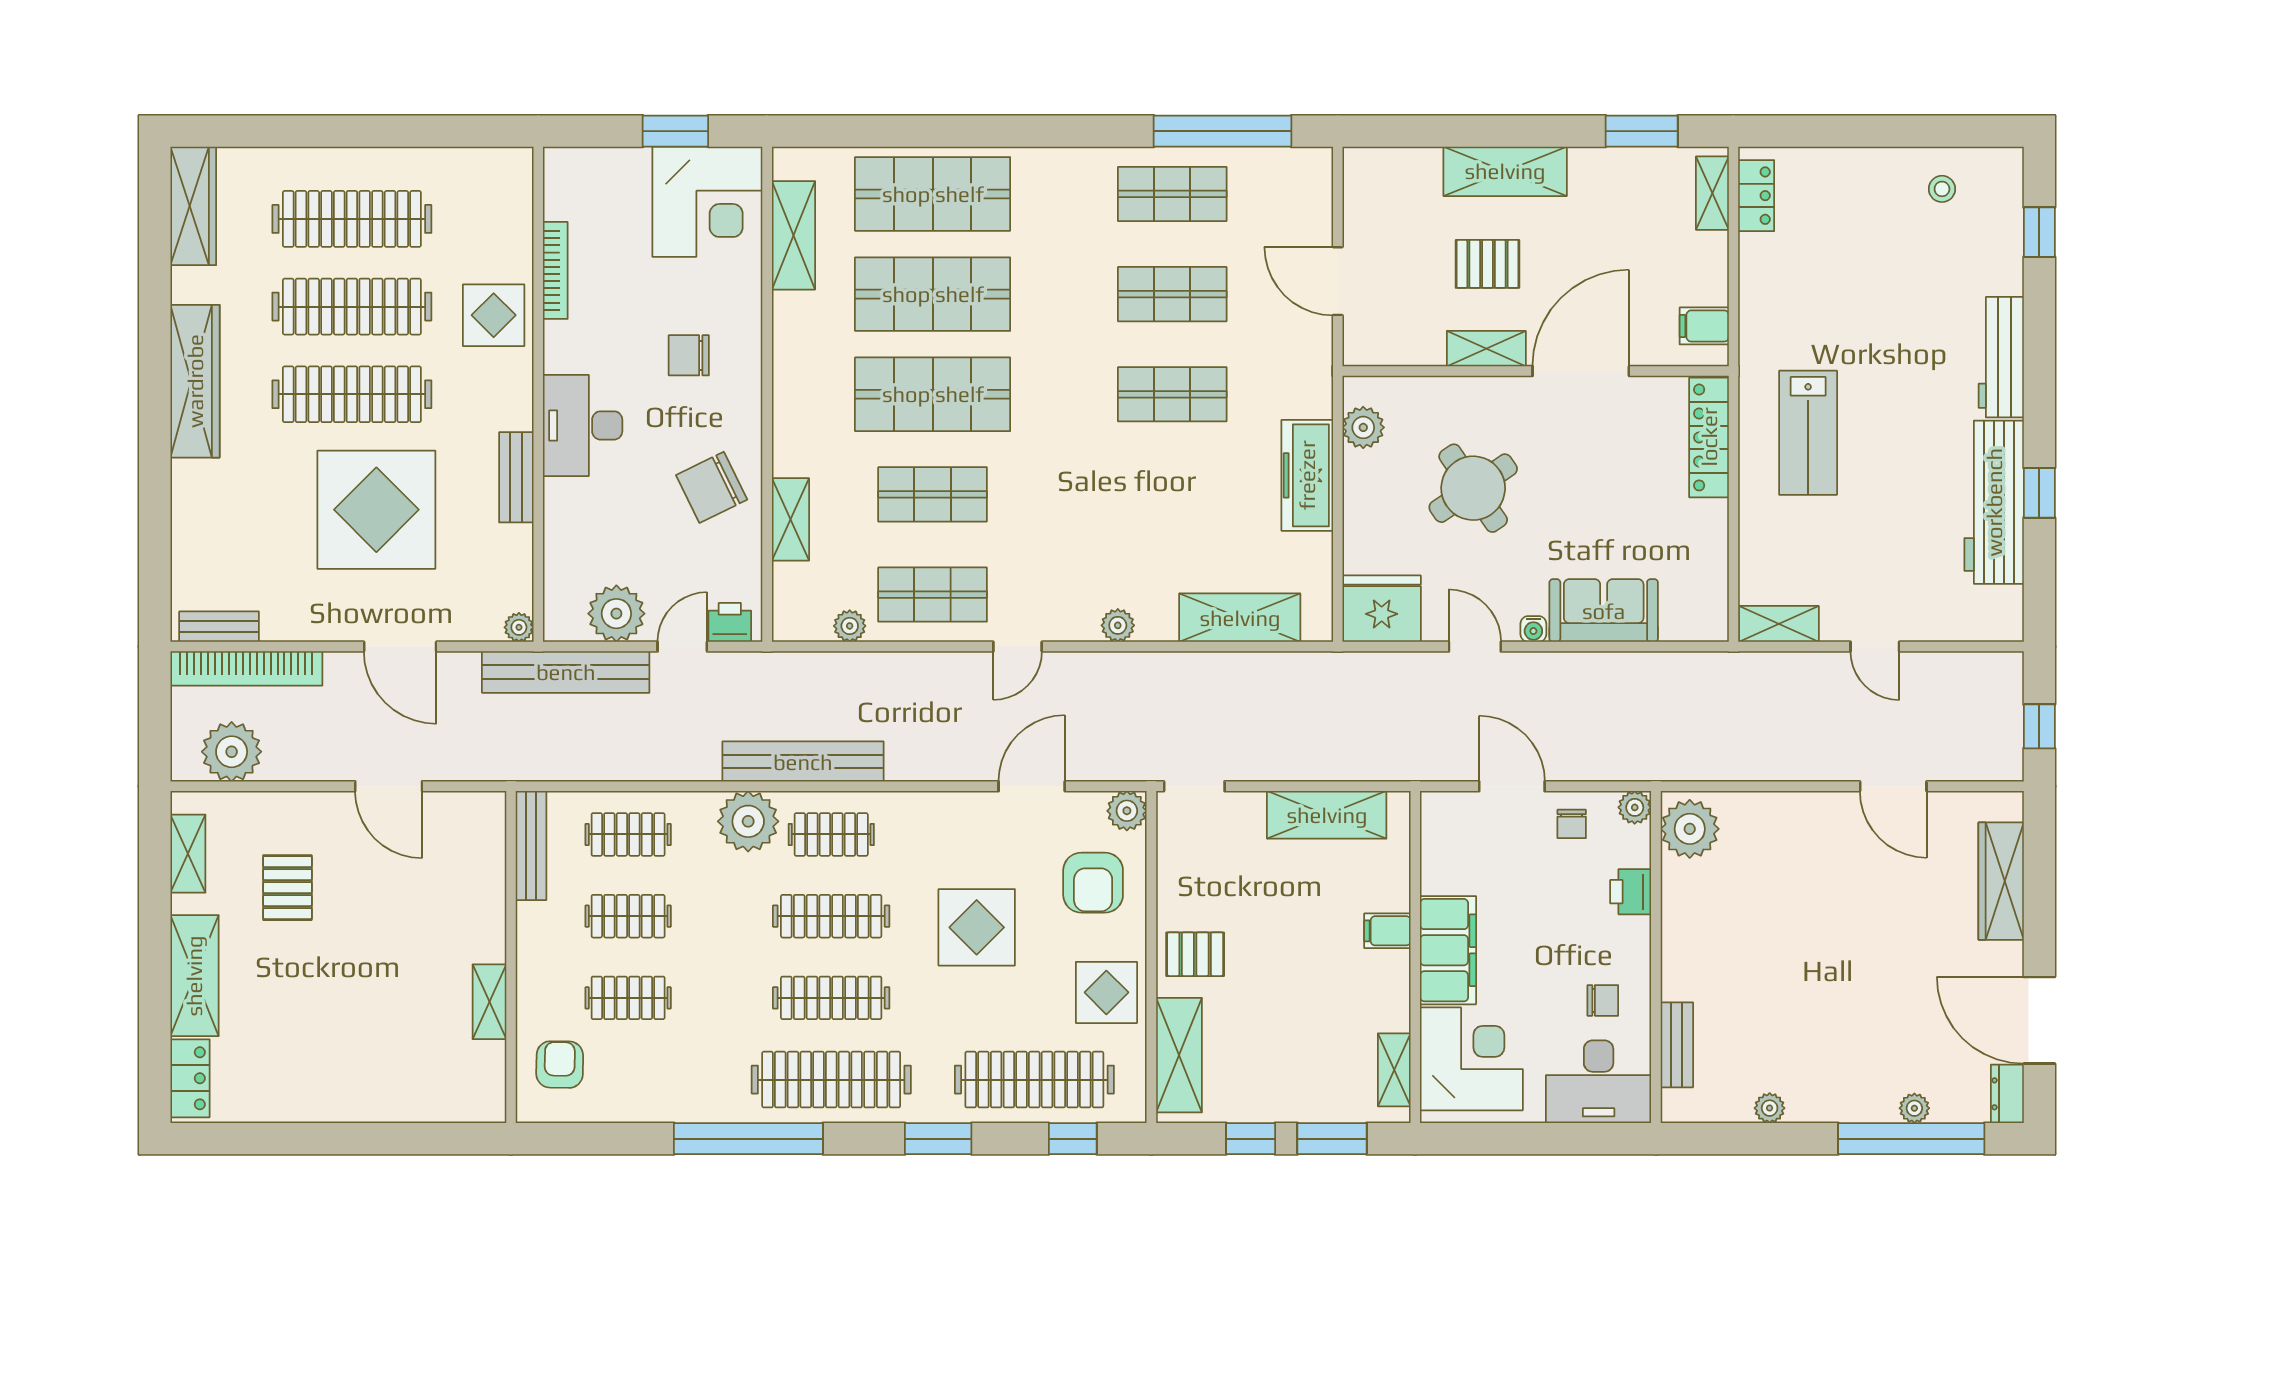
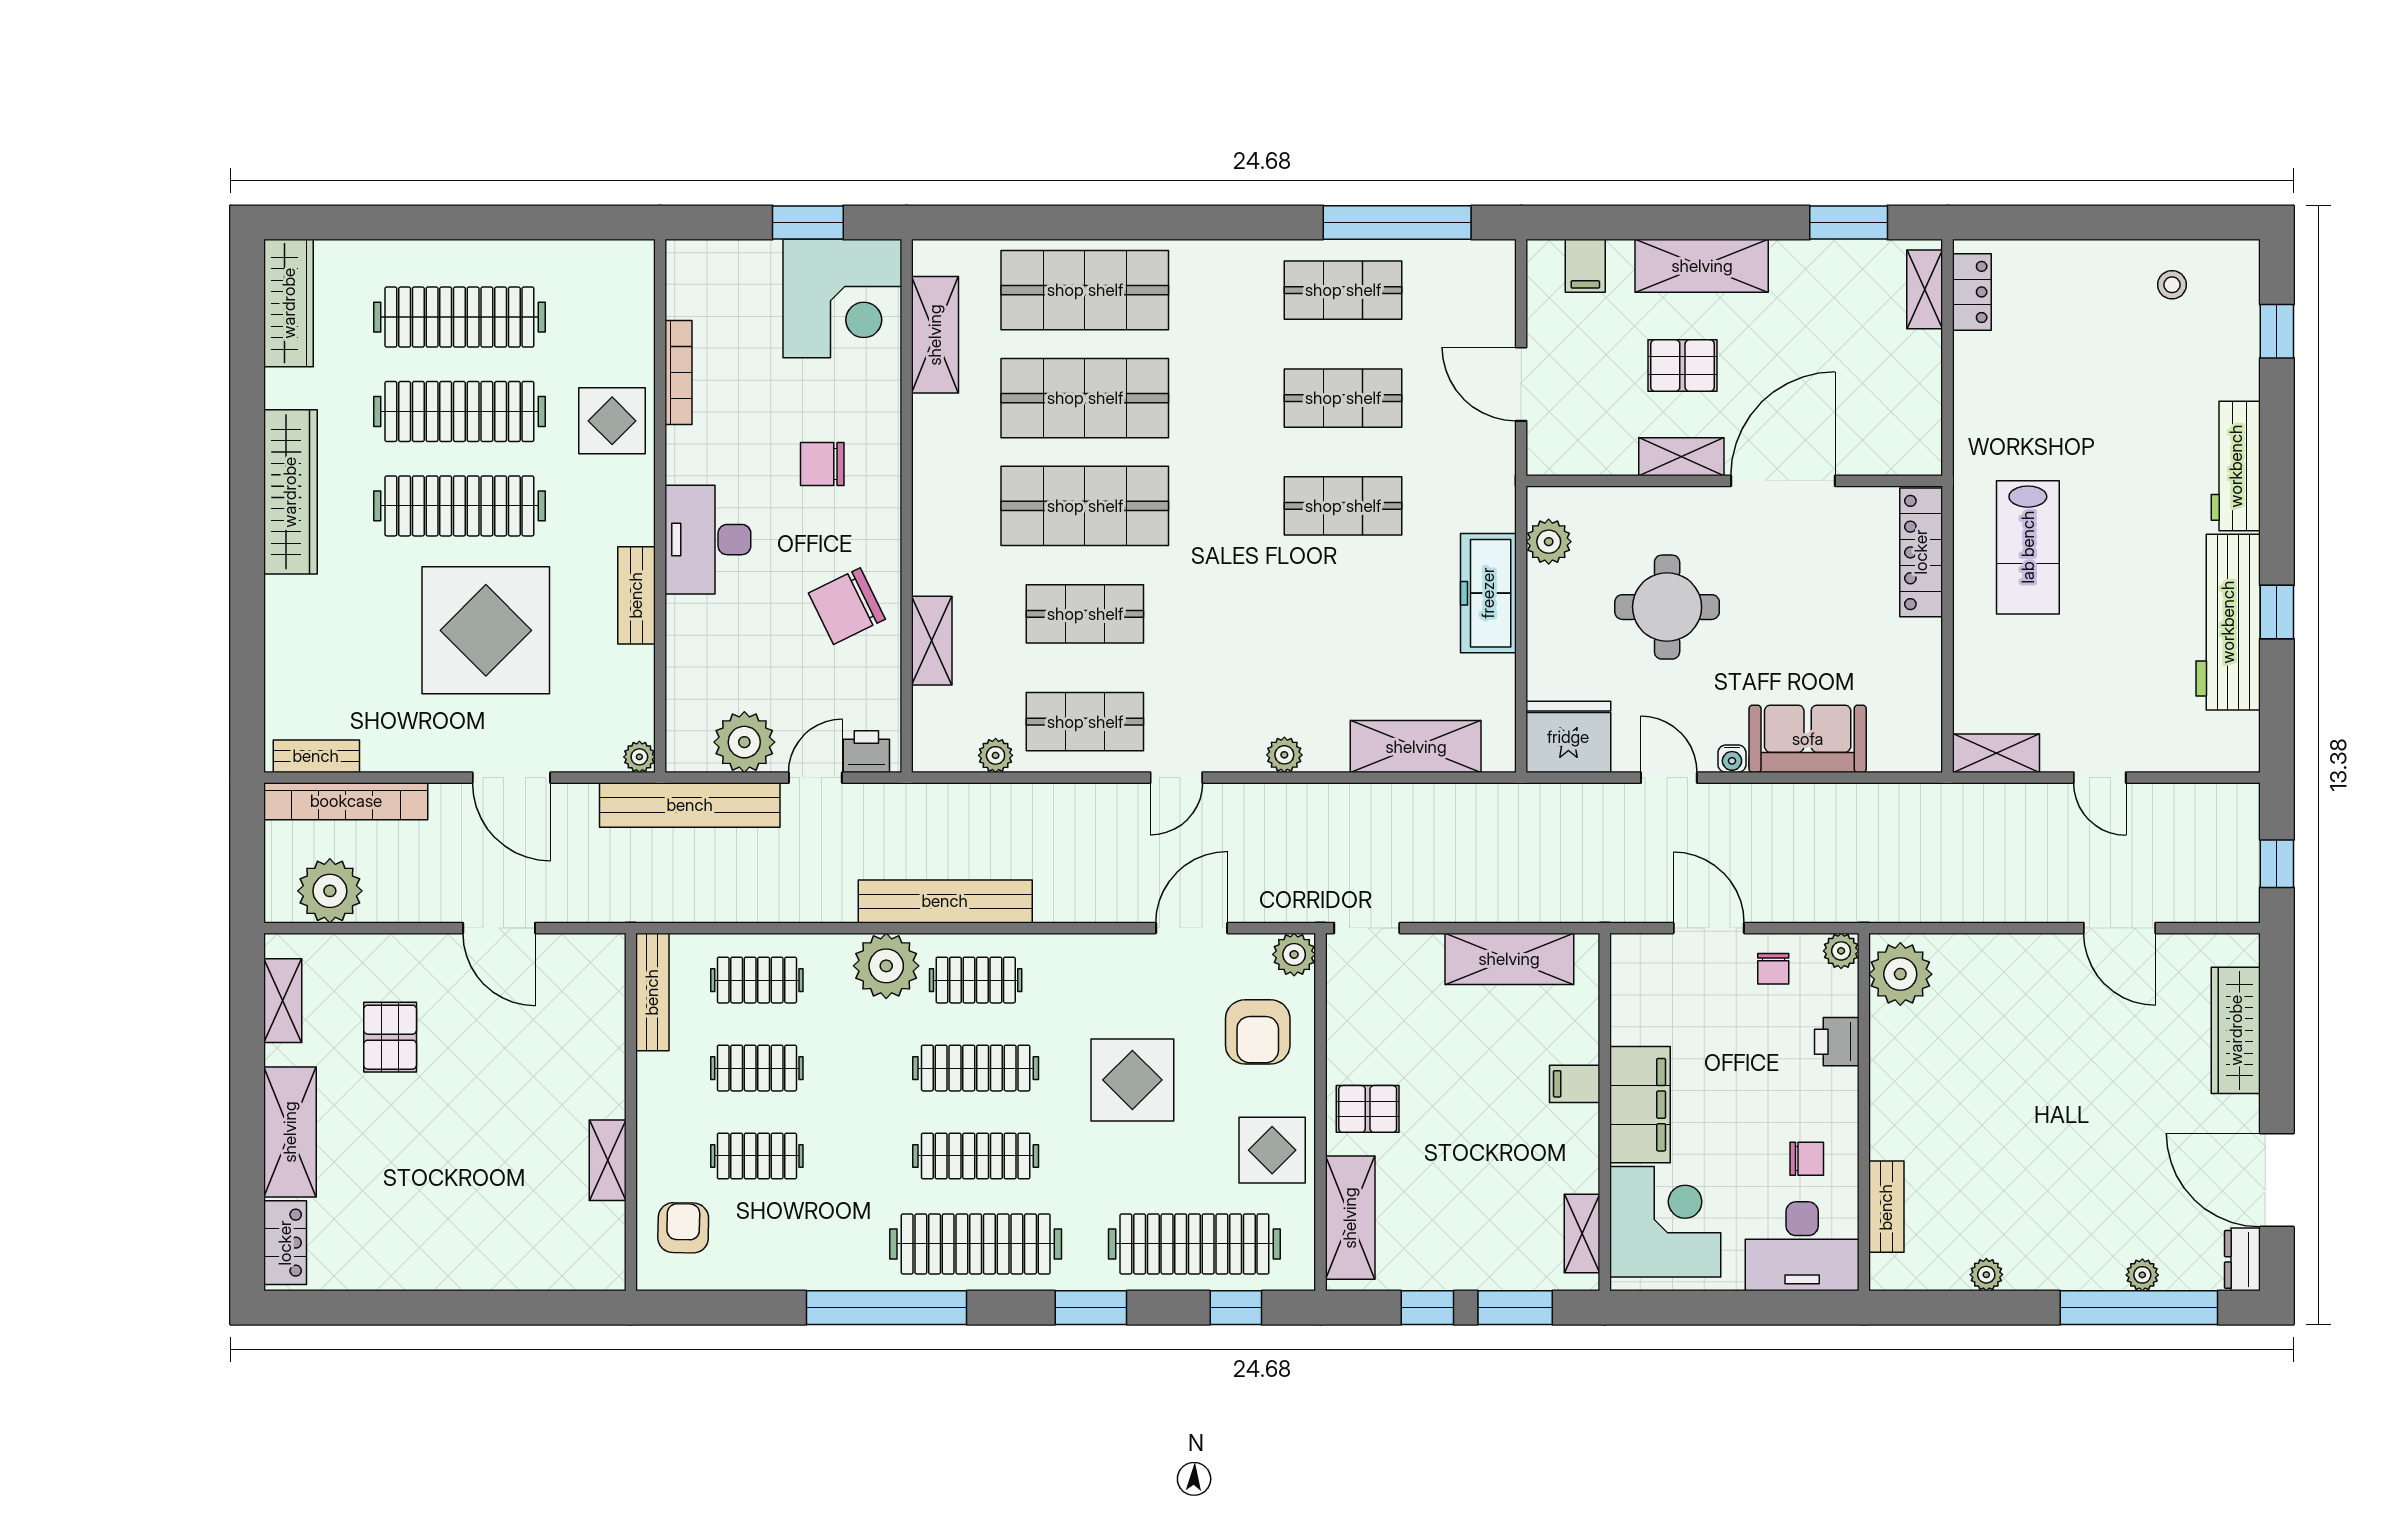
filing cabinet: (1704, 326) -> (1585, 266), moved, turned -90
round table: (1473, 488) -> (1667, 607), turned 34

